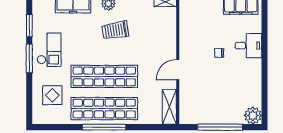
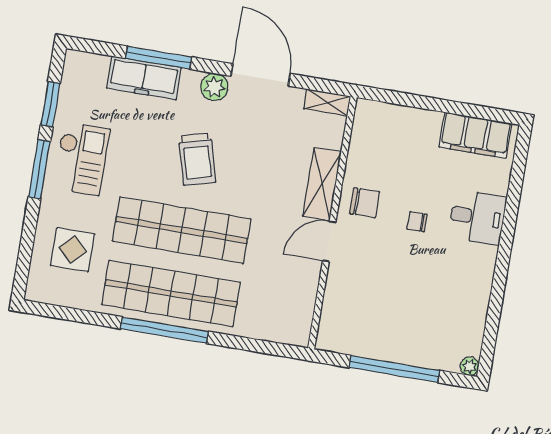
trolley: (115, 30) -> (197, 159), moved, turned -97
chair: (192, 48) -> (364, 203), added
shelving: (169, 107) -> (322, 184), moved
plant: (253, 116) -> (469, 366), width x0.53, depth x0.53

